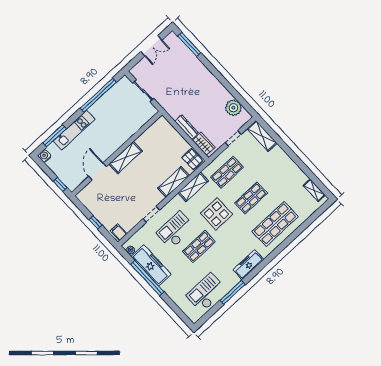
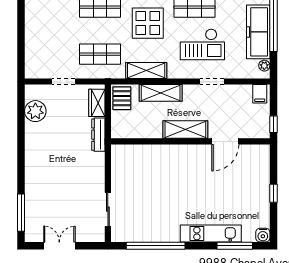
shelving: (262, 136) -> (33, 58), removed
wall: (117, 154) -> (190, 141), moved
shelving: (126, 158) -> (185, 130), moved
door: (98, 171) -> (225, 141), moved

